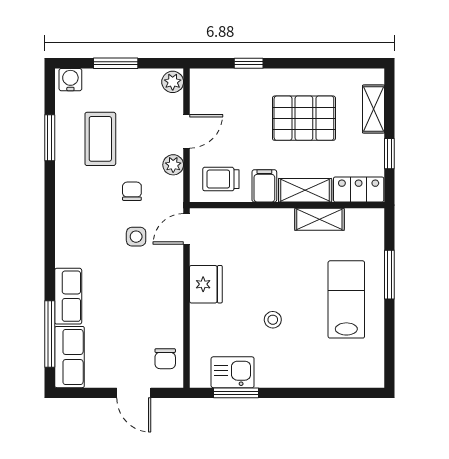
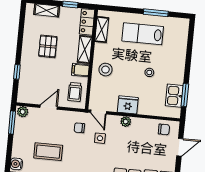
window: (116, 63) -> (12, 122), moved
pallet: (304, 118) -> (48, 46), width x0.67, depth x0.71
door: (186, 131) -> (49, 107), hinge flipped
plant: (173, 165) -> (126, 122), moved
chair: (132, 191) -> (79, 128), moved
shelving: (319, 219) -> (102, 30), moved
stool: (270, 234) -> (105, 70), added
window: (389, 275) -> (156, 13), moved

